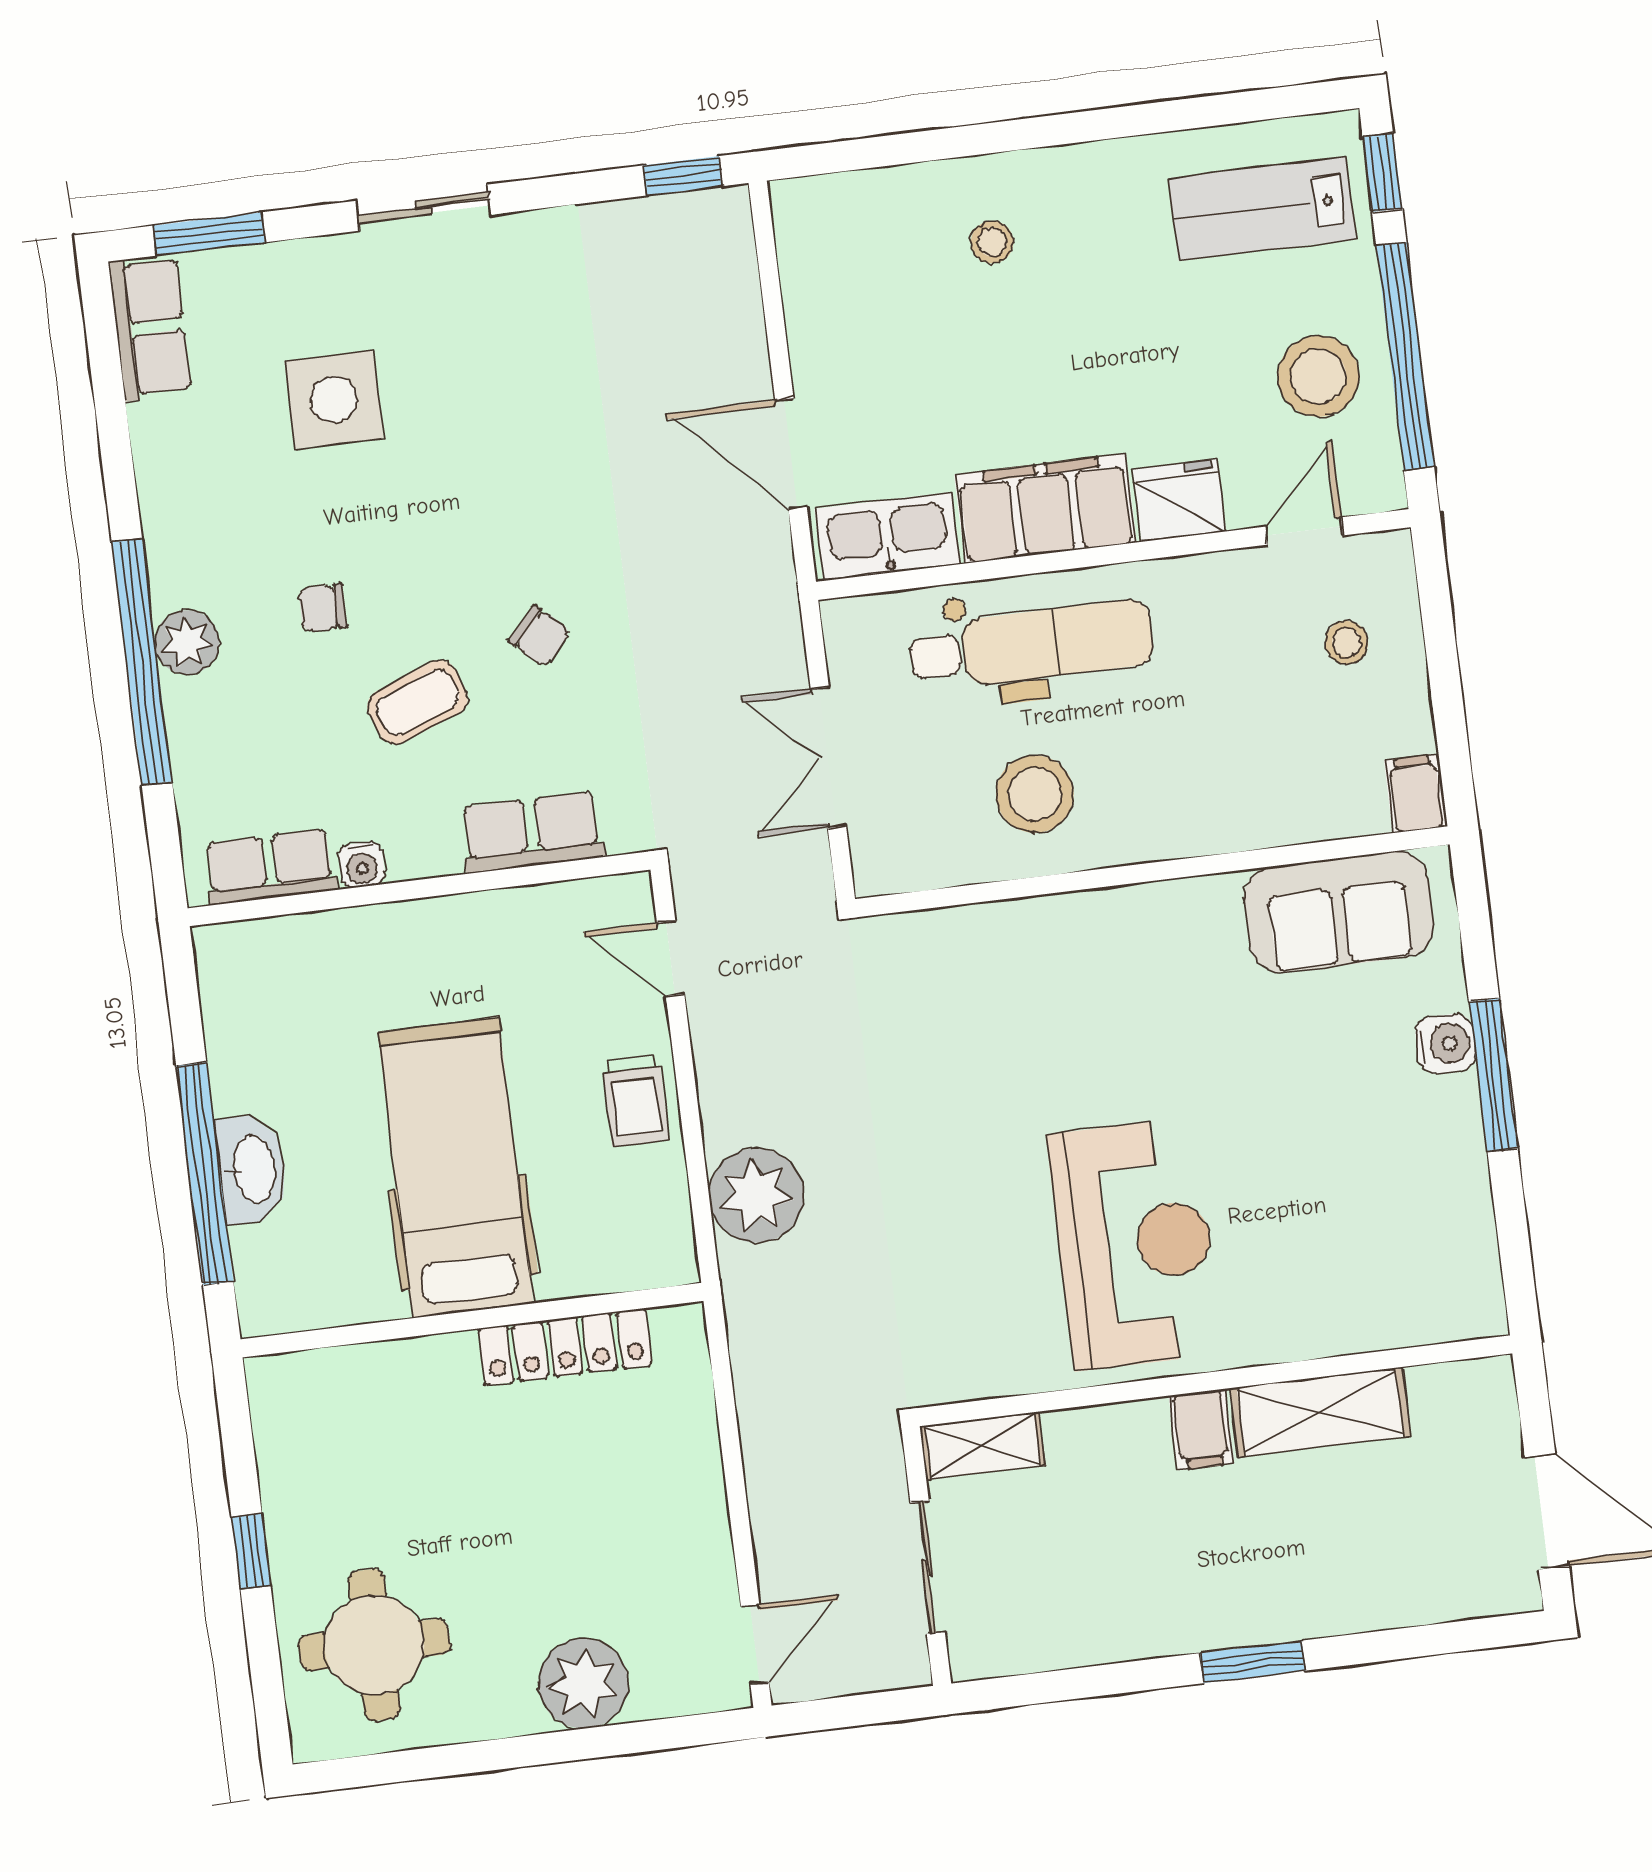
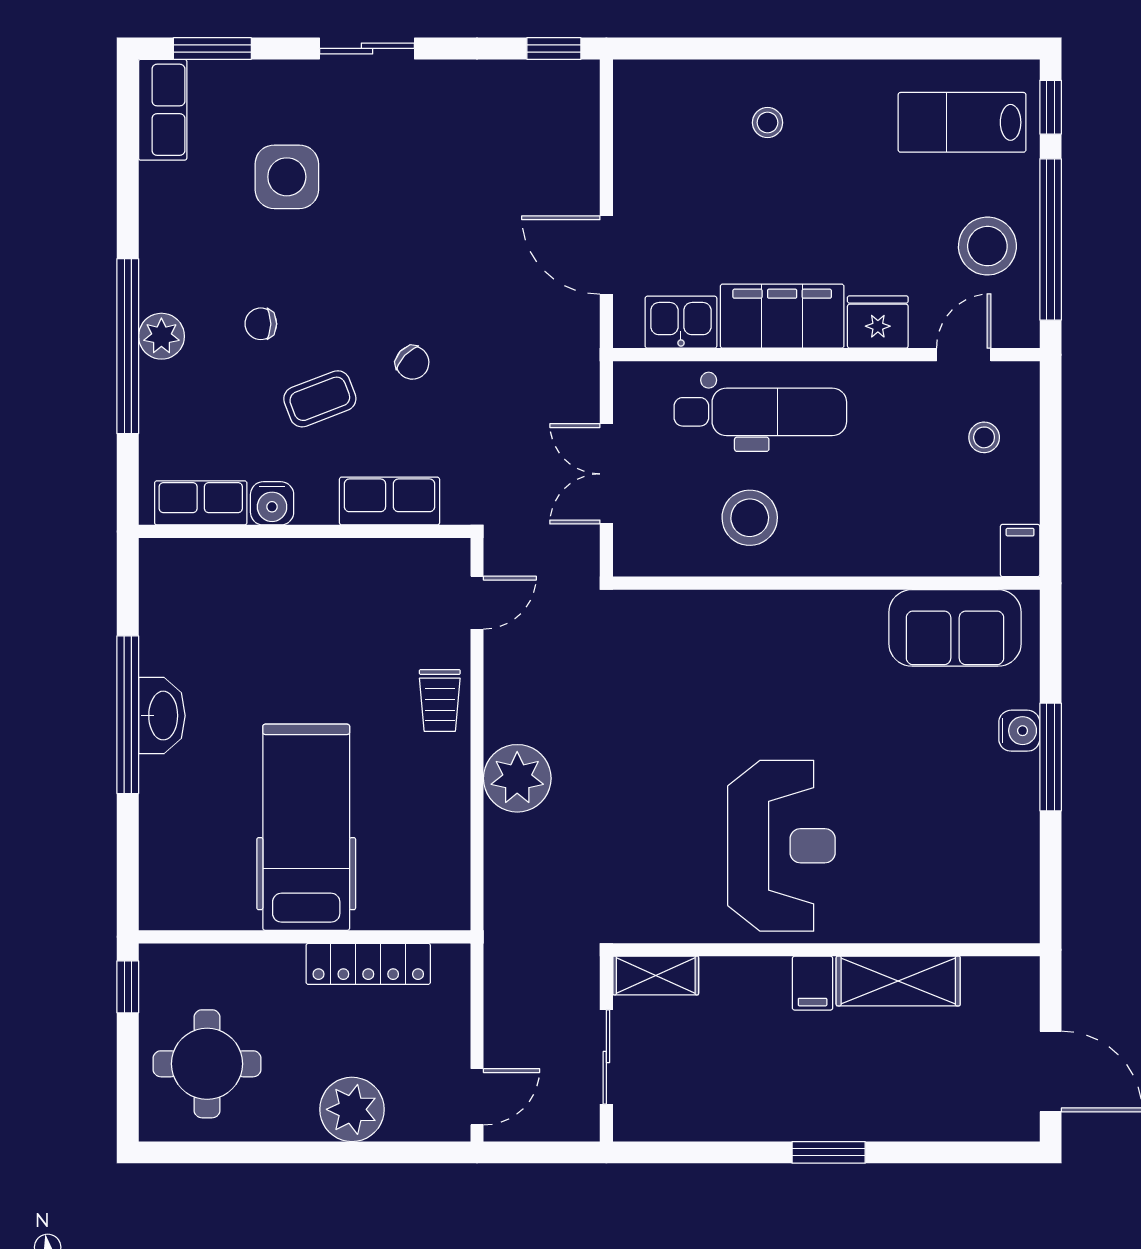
kitchen sink: (887, 536) -> (681, 322), width x0.73
water cooler: (362, 865) -> (272, 503), width x1.38, depth x1.38
door: (671, 958) -> (477, 603), swing flipped
hospital bed: (456, 1168) -> (306, 827), moved
wall: (472, 1320) -> (305, 937), moved
locker: (565, 1347) -> (368, 964), moved

